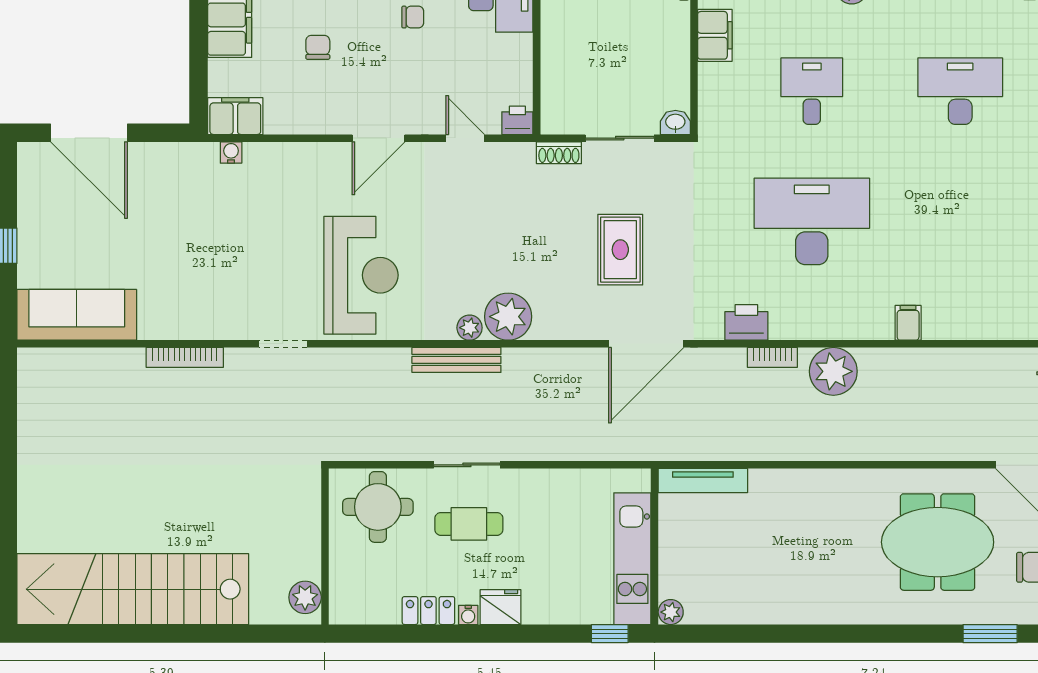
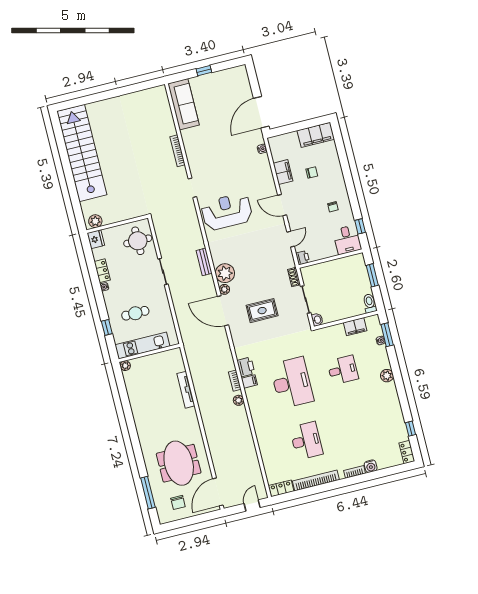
desk: (960, 91) -> (306, 441), moved
filing cabinet: (235, 116) -> (283, 172), moved
door: (89, 133) -> (261, 112), moved
reception desk: (361, 275) -> (227, 212), turned 180
filing cabinet: (908, 323) -> (249, 381), moved
plant: (470, 328) -> (224, 289), moved
door: (646, 344) -> (223, 311), moved
bench: (456, 360) -> (204, 262), width x0.73
plant: (833, 371) -> (239, 400), width x0.53, depth x0.53
tv unit: (703, 481) -> (186, 390), moved
cafe table: (469, 524) -> (135, 313), moved, turned 90
fridge: (501, 607) -> (96, 239), moved
window: (610, 634) -> (107, 327), moved
window: (990, 634) -> (148, 493), width x1.44

